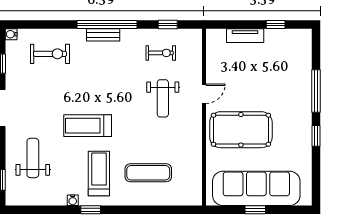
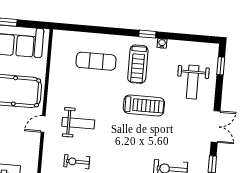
weight bench: (163, 98) -> (78, 123), turned 90

